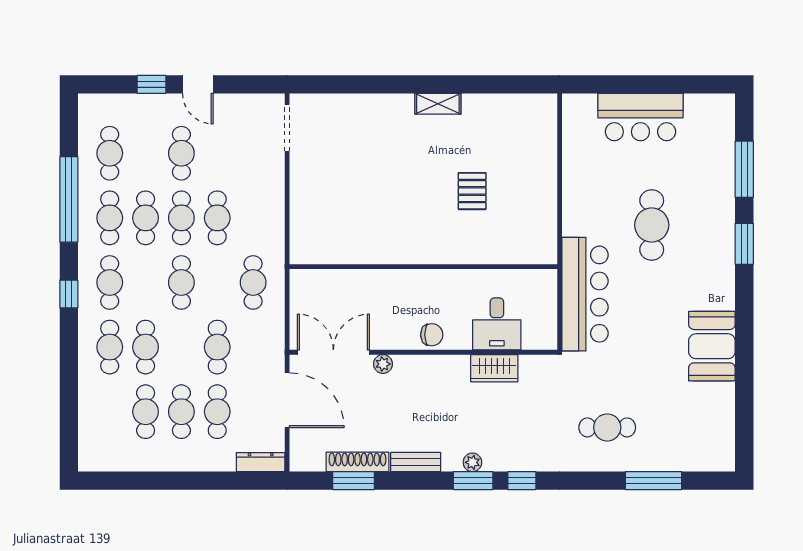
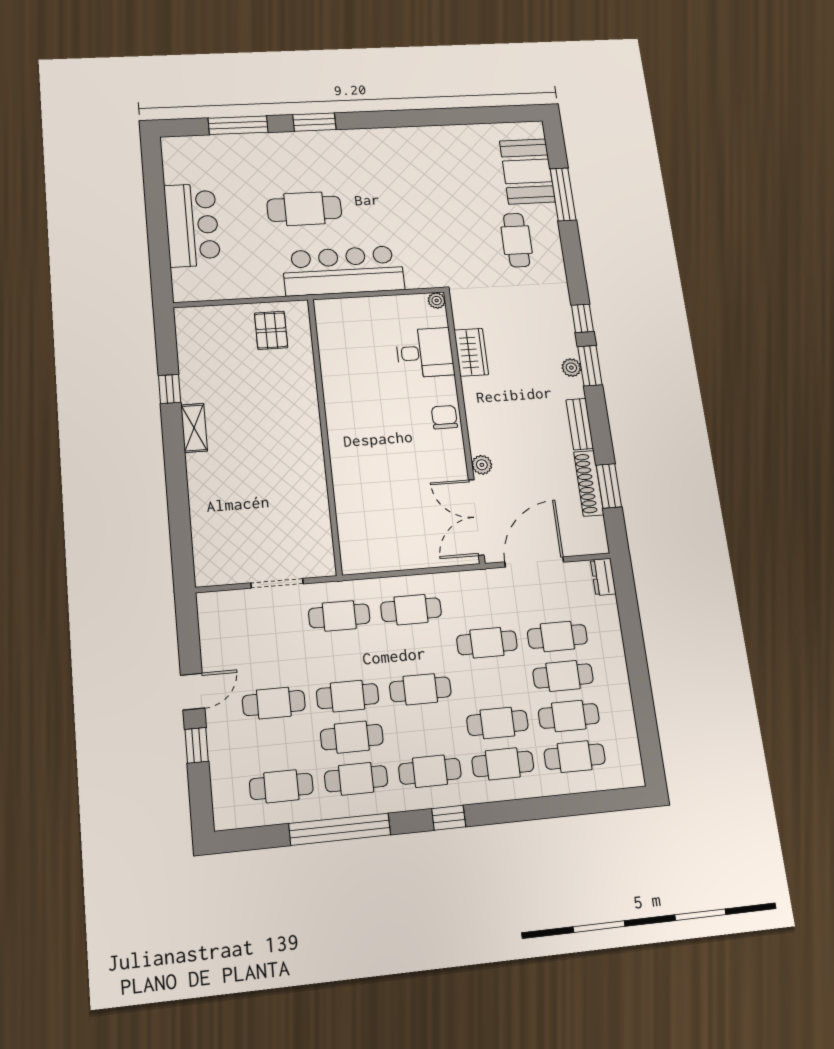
window: (477, 84) -> (170, 389), added
doorway: (287, 128) -> (277, 583), moved
pallet: (472, 191) -> (271, 330), moved, turned 90
cafe table: (217, 218) -> (339, 616), moved
wall: (423, 267) -> (324, 434), moved
bar counter: (585, 294) -> (343, 271), moved
plant: (549, 342) -> (437, 301), added
booth: (712, 346) -> (527, 171), moved, turned 90
cafe table: (110, 412) -> (575, 757), added
dresser: (261, 462) -> (603, 577), width x0.70

